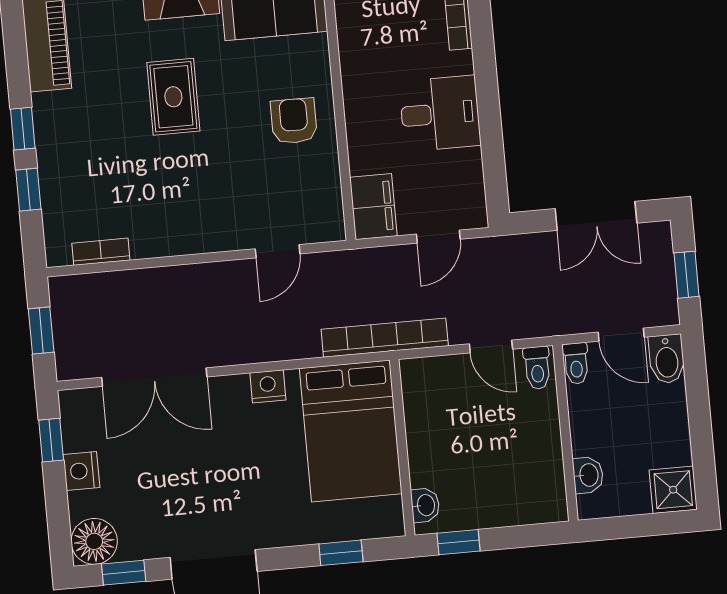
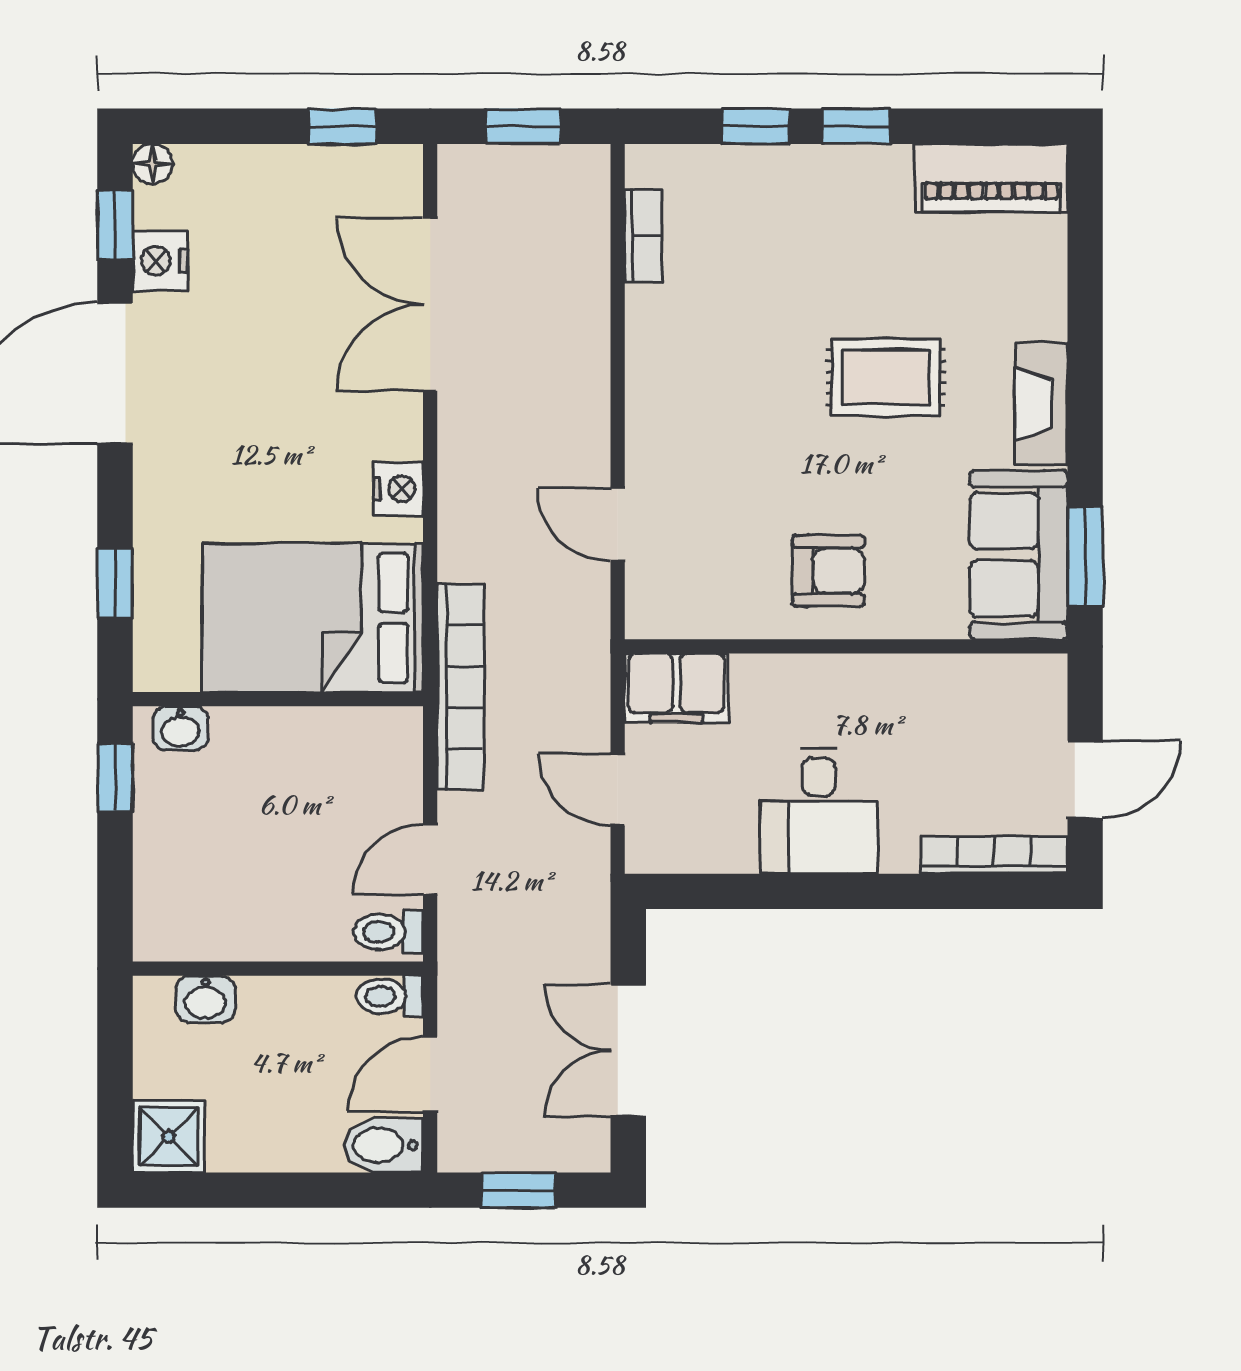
nightstand: (81, 471) -> (160, 261), moved, turned -90
floor lamp: (94, 541) -> (153, 164), width x0.53, depth x0.53

